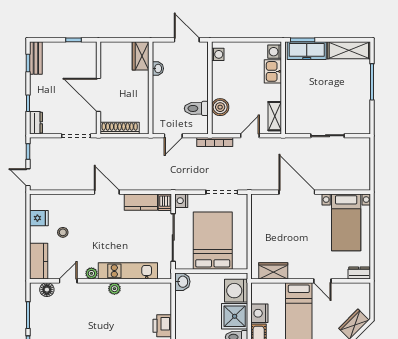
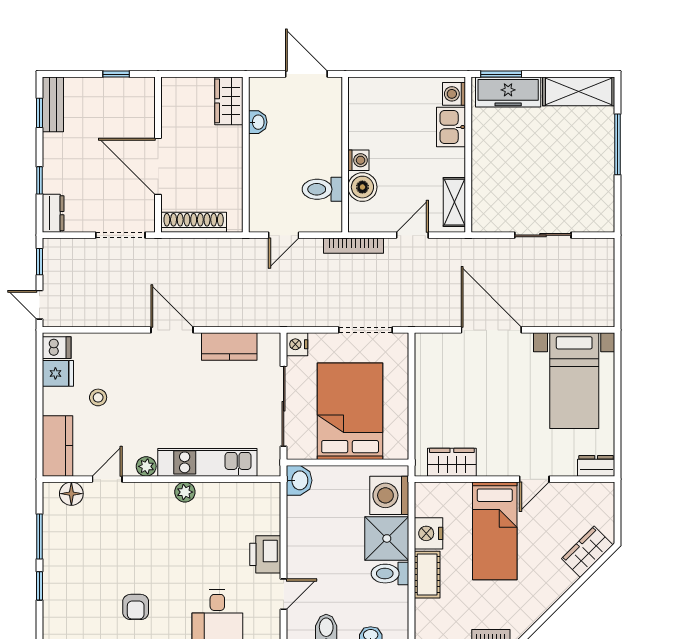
washing machine: (218, 54) -> (358, 160), moved
dishwasher: (165, 202) -> (57, 348), moved, turned -90
door: (322, 281) -> (534, 479), hinge flipped

